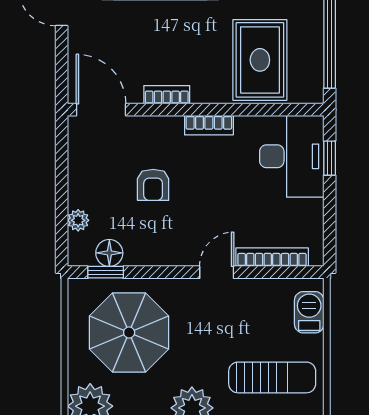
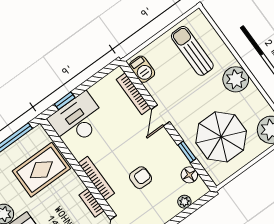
bookcase: (209, 125) -> (96, 178), width x1.56
window: (106, 272) -> (187, 152), moved
door: (217, 272) -> (161, 116), hinge flipped
barbecue: (309, 312) -> (142, 69), moved, turned -90

